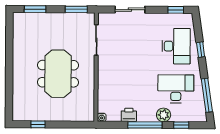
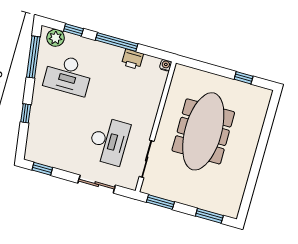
desk: (176, 46) -> (109, 141), moved, turned 180
meeting table: (58, 74) -> (203, 131), width x1.36
plant: (164, 115) -> (56, 38), moved

